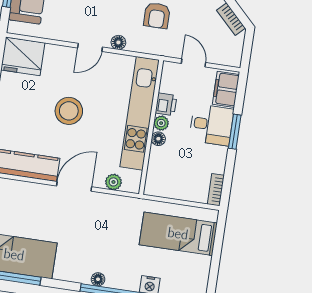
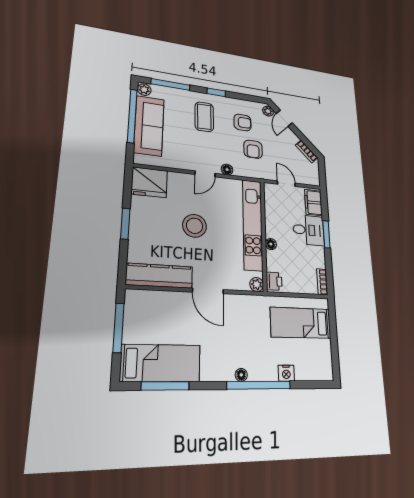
printer: (166, 104) -> (274, 281), moved
plant: (161, 123) -> (271, 231), removed
plant: (113, 182) -> (257, 284), moved
door: (74, 186) -> (208, 291), swing flipped

